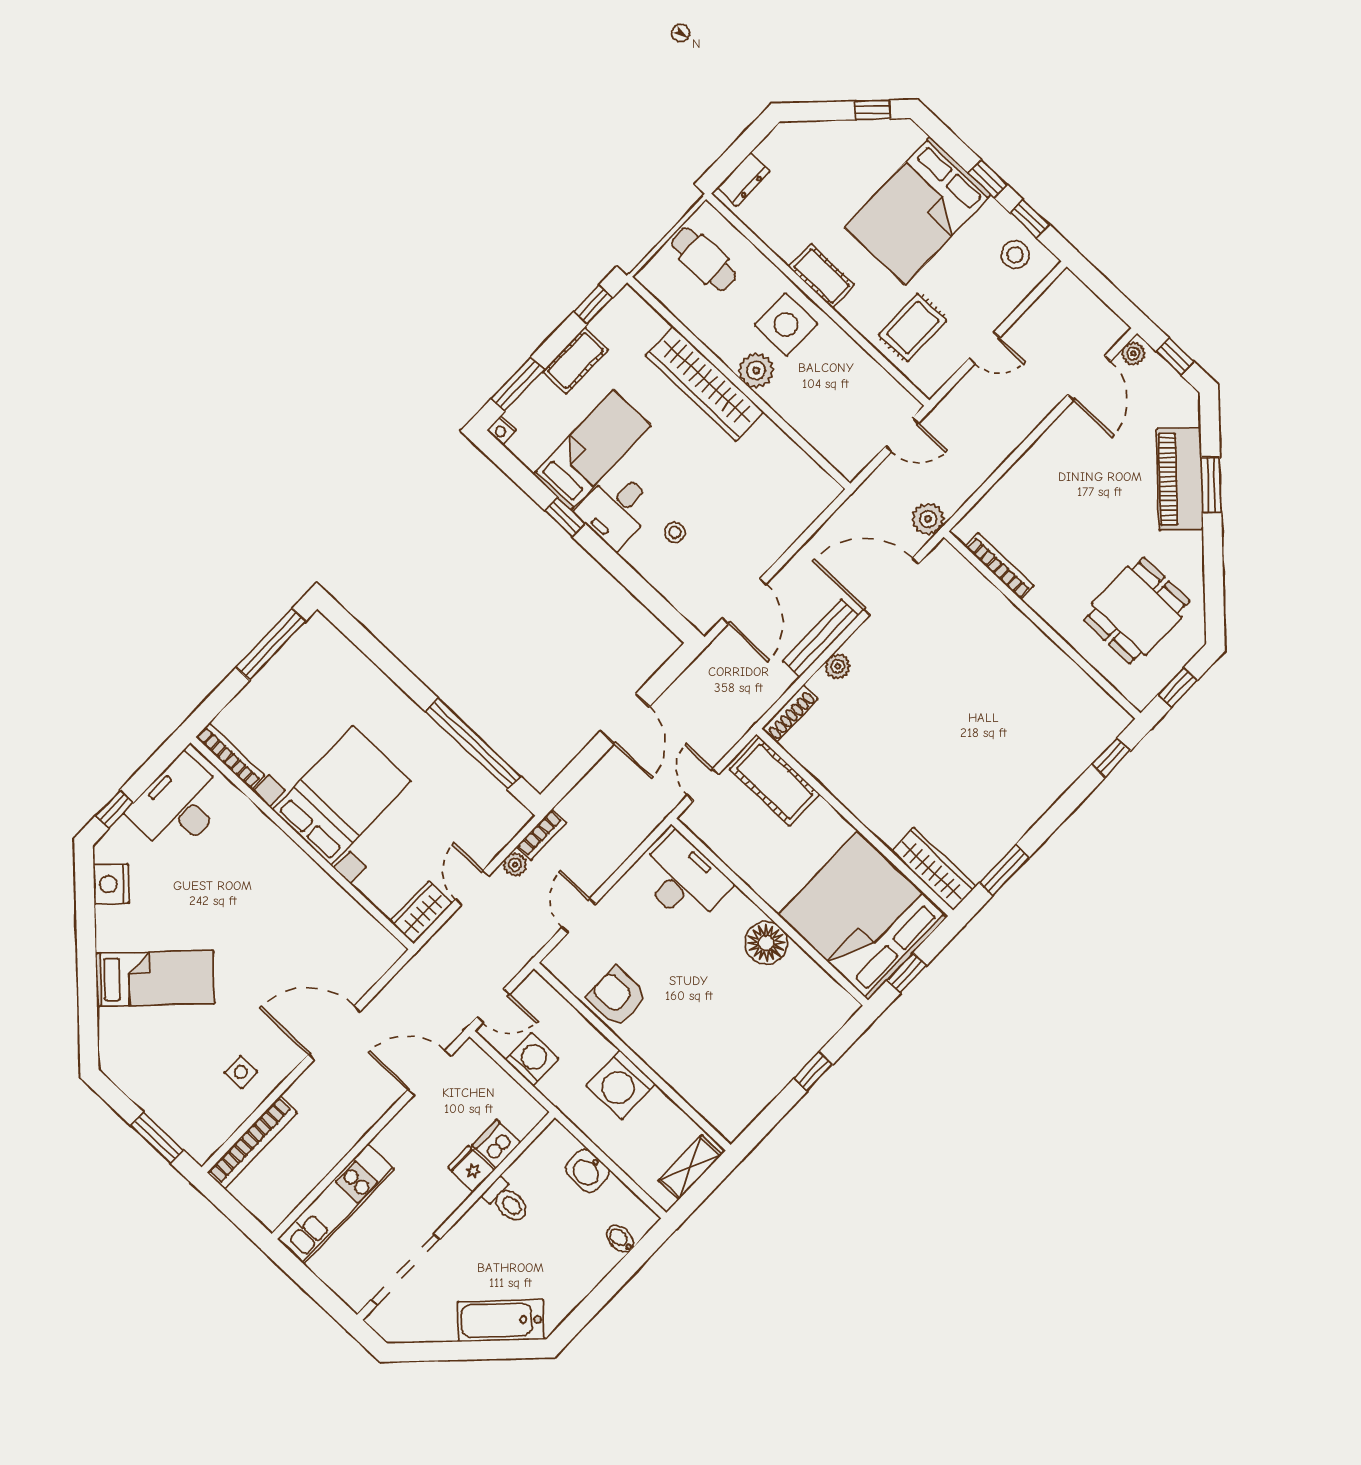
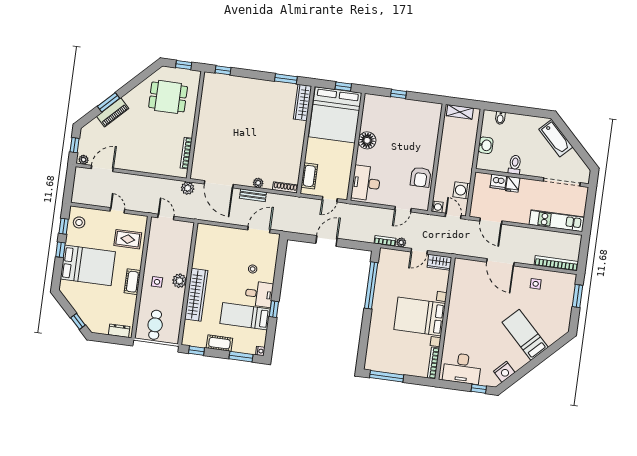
window: (872, 110) -> (78, 321), moved
side table: (786, 324) -> (157, 282), width x0.54, depth x0.54
piano: (1180, 479) -> (113, 112), width x0.73, depth x0.75
bench: (820, 638) -> (253, 195), width x0.73
cot: (775, 782) -> (309, 176), width x0.73, depth x0.75
washing machine: (621, 1085) -> (437, 207), moved, width x0.53, depth x0.53

